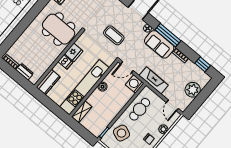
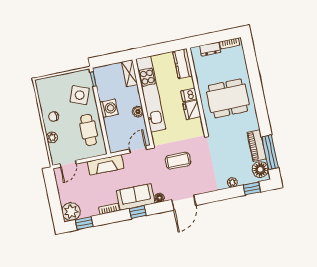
dining table: (59, 29) -> (228, 98), moved
window: (168, 35) -> (138, 212), width x0.46
washing machine: (135, 84) -> (109, 108), moved
plant: (193, 90) -> (71, 212), moved
door: (172, 105) -> (68, 164), swing flipped

